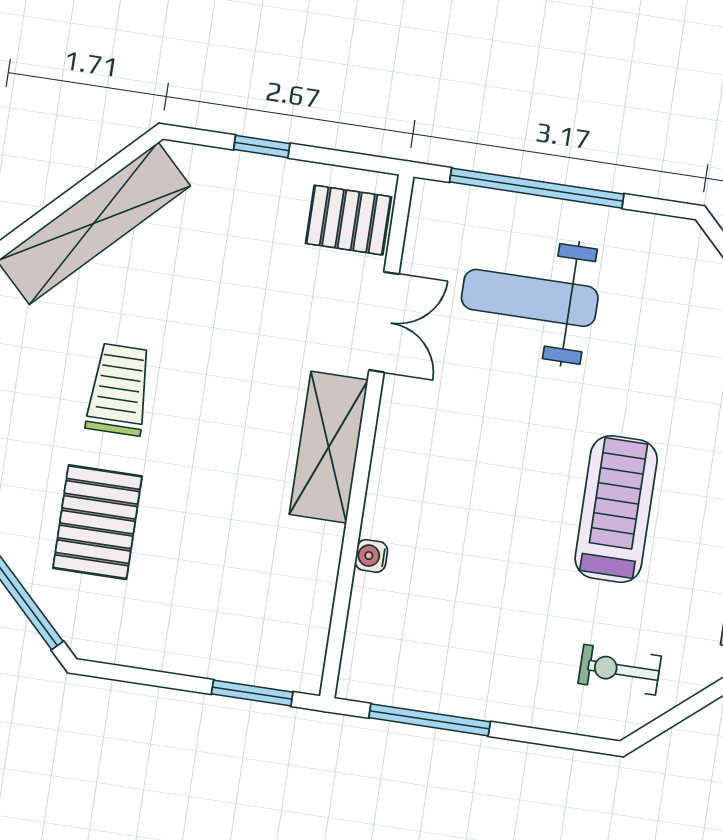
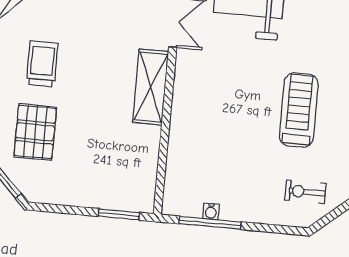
water cooler: (371, 556) -> (211, 211), moved, turned -90

